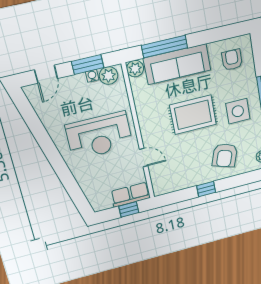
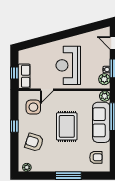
side table: (238, 111) -> (33, 107), moved

